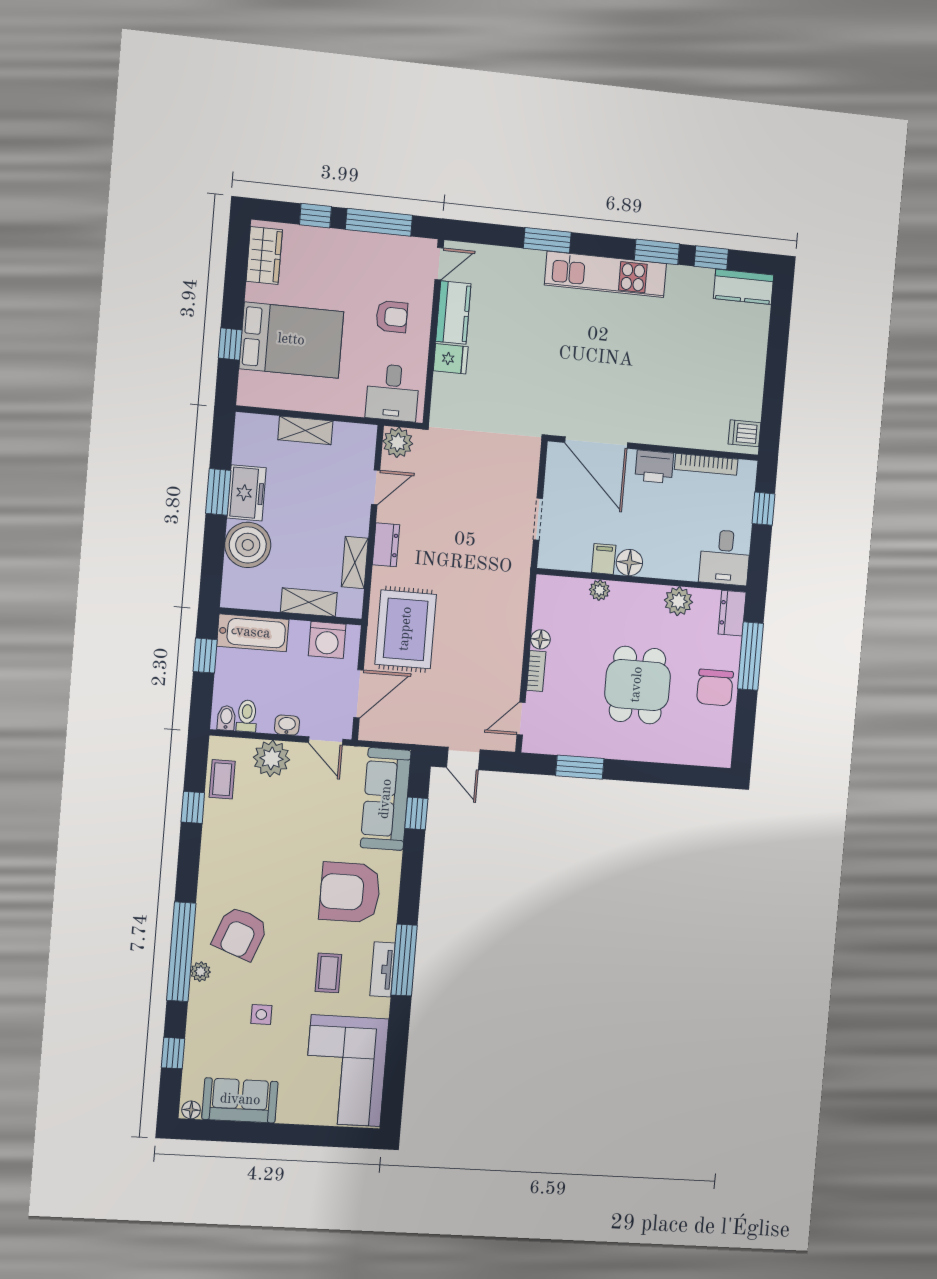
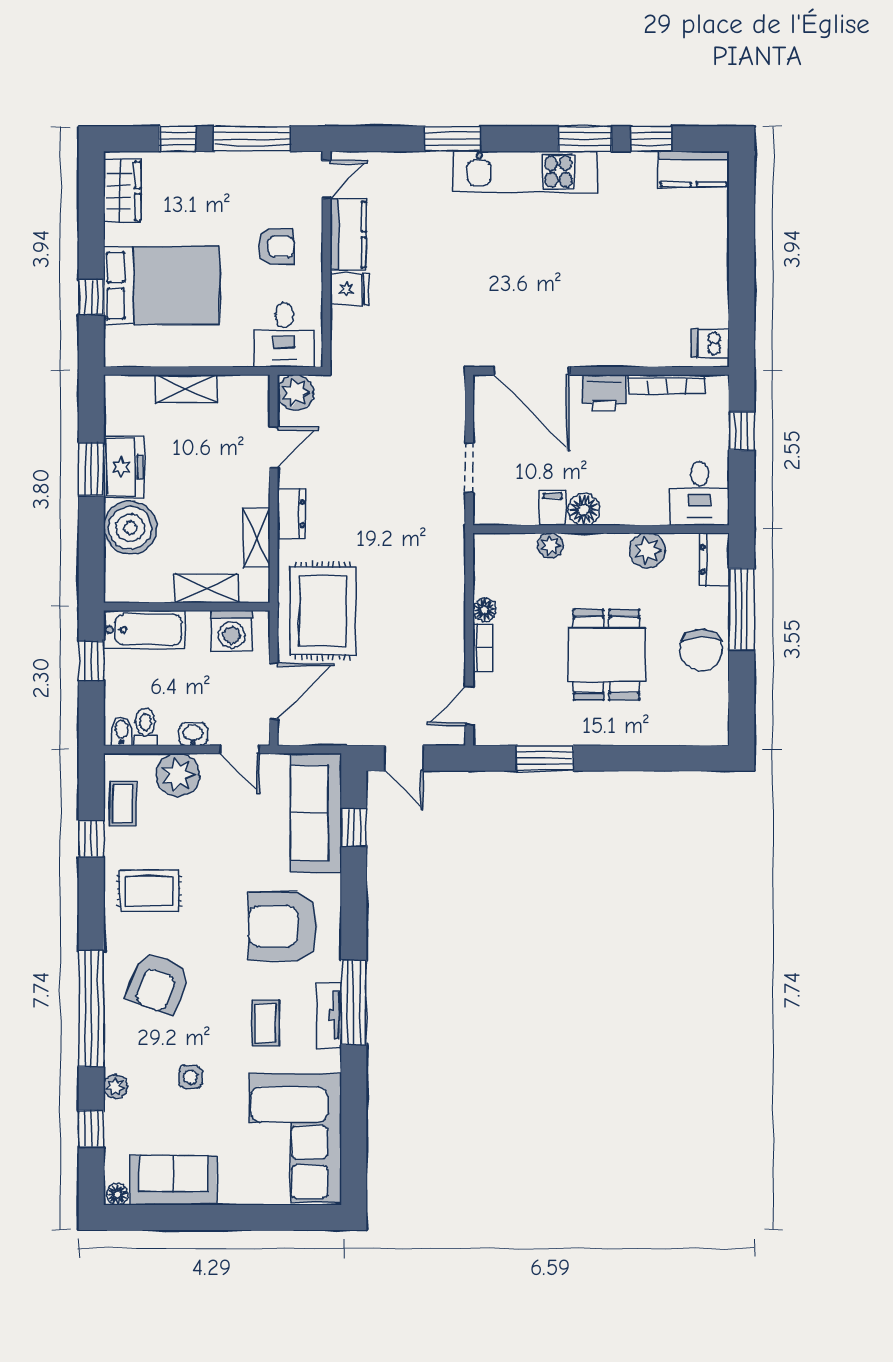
rug: (239, 855) -> (149, 891), added
plant: (200, 972) -> (115, 1087), moved

